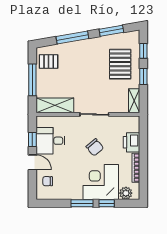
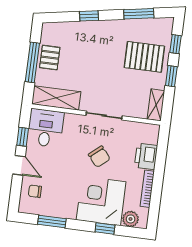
window: (72, 38) -> (89, 16), width x0.46
pallet: (49, 62) -> (50, 58), moved, turned 90
pallet: (120, 64) -> (144, 57), turned 90
desk: (51, 141) -> (45, 128), moved, turned 90
window: (82, 203) -> (52, 222), moved

